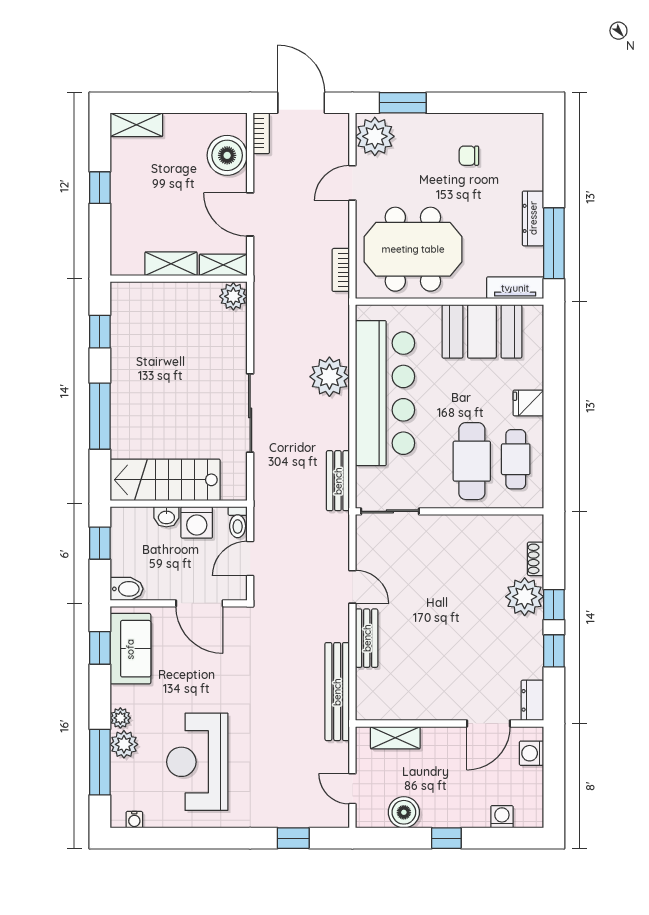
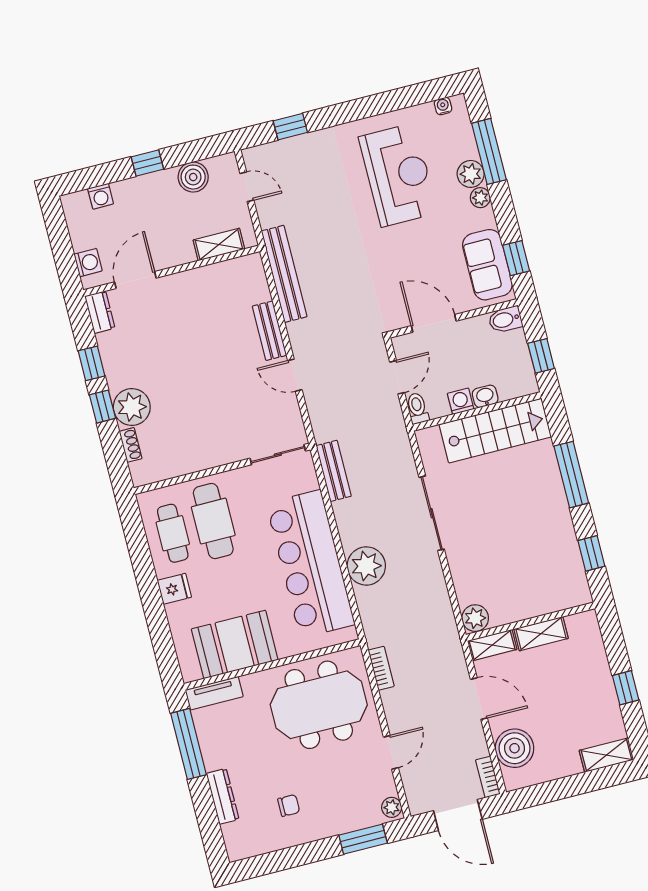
plant: (375, 136) -> (392, 807), width x0.53, depth x0.53
dresser: (533, 218) -> (223, 796), moved
washing machine: (197, 522) -> (461, 401), width x0.73, depth x0.73

